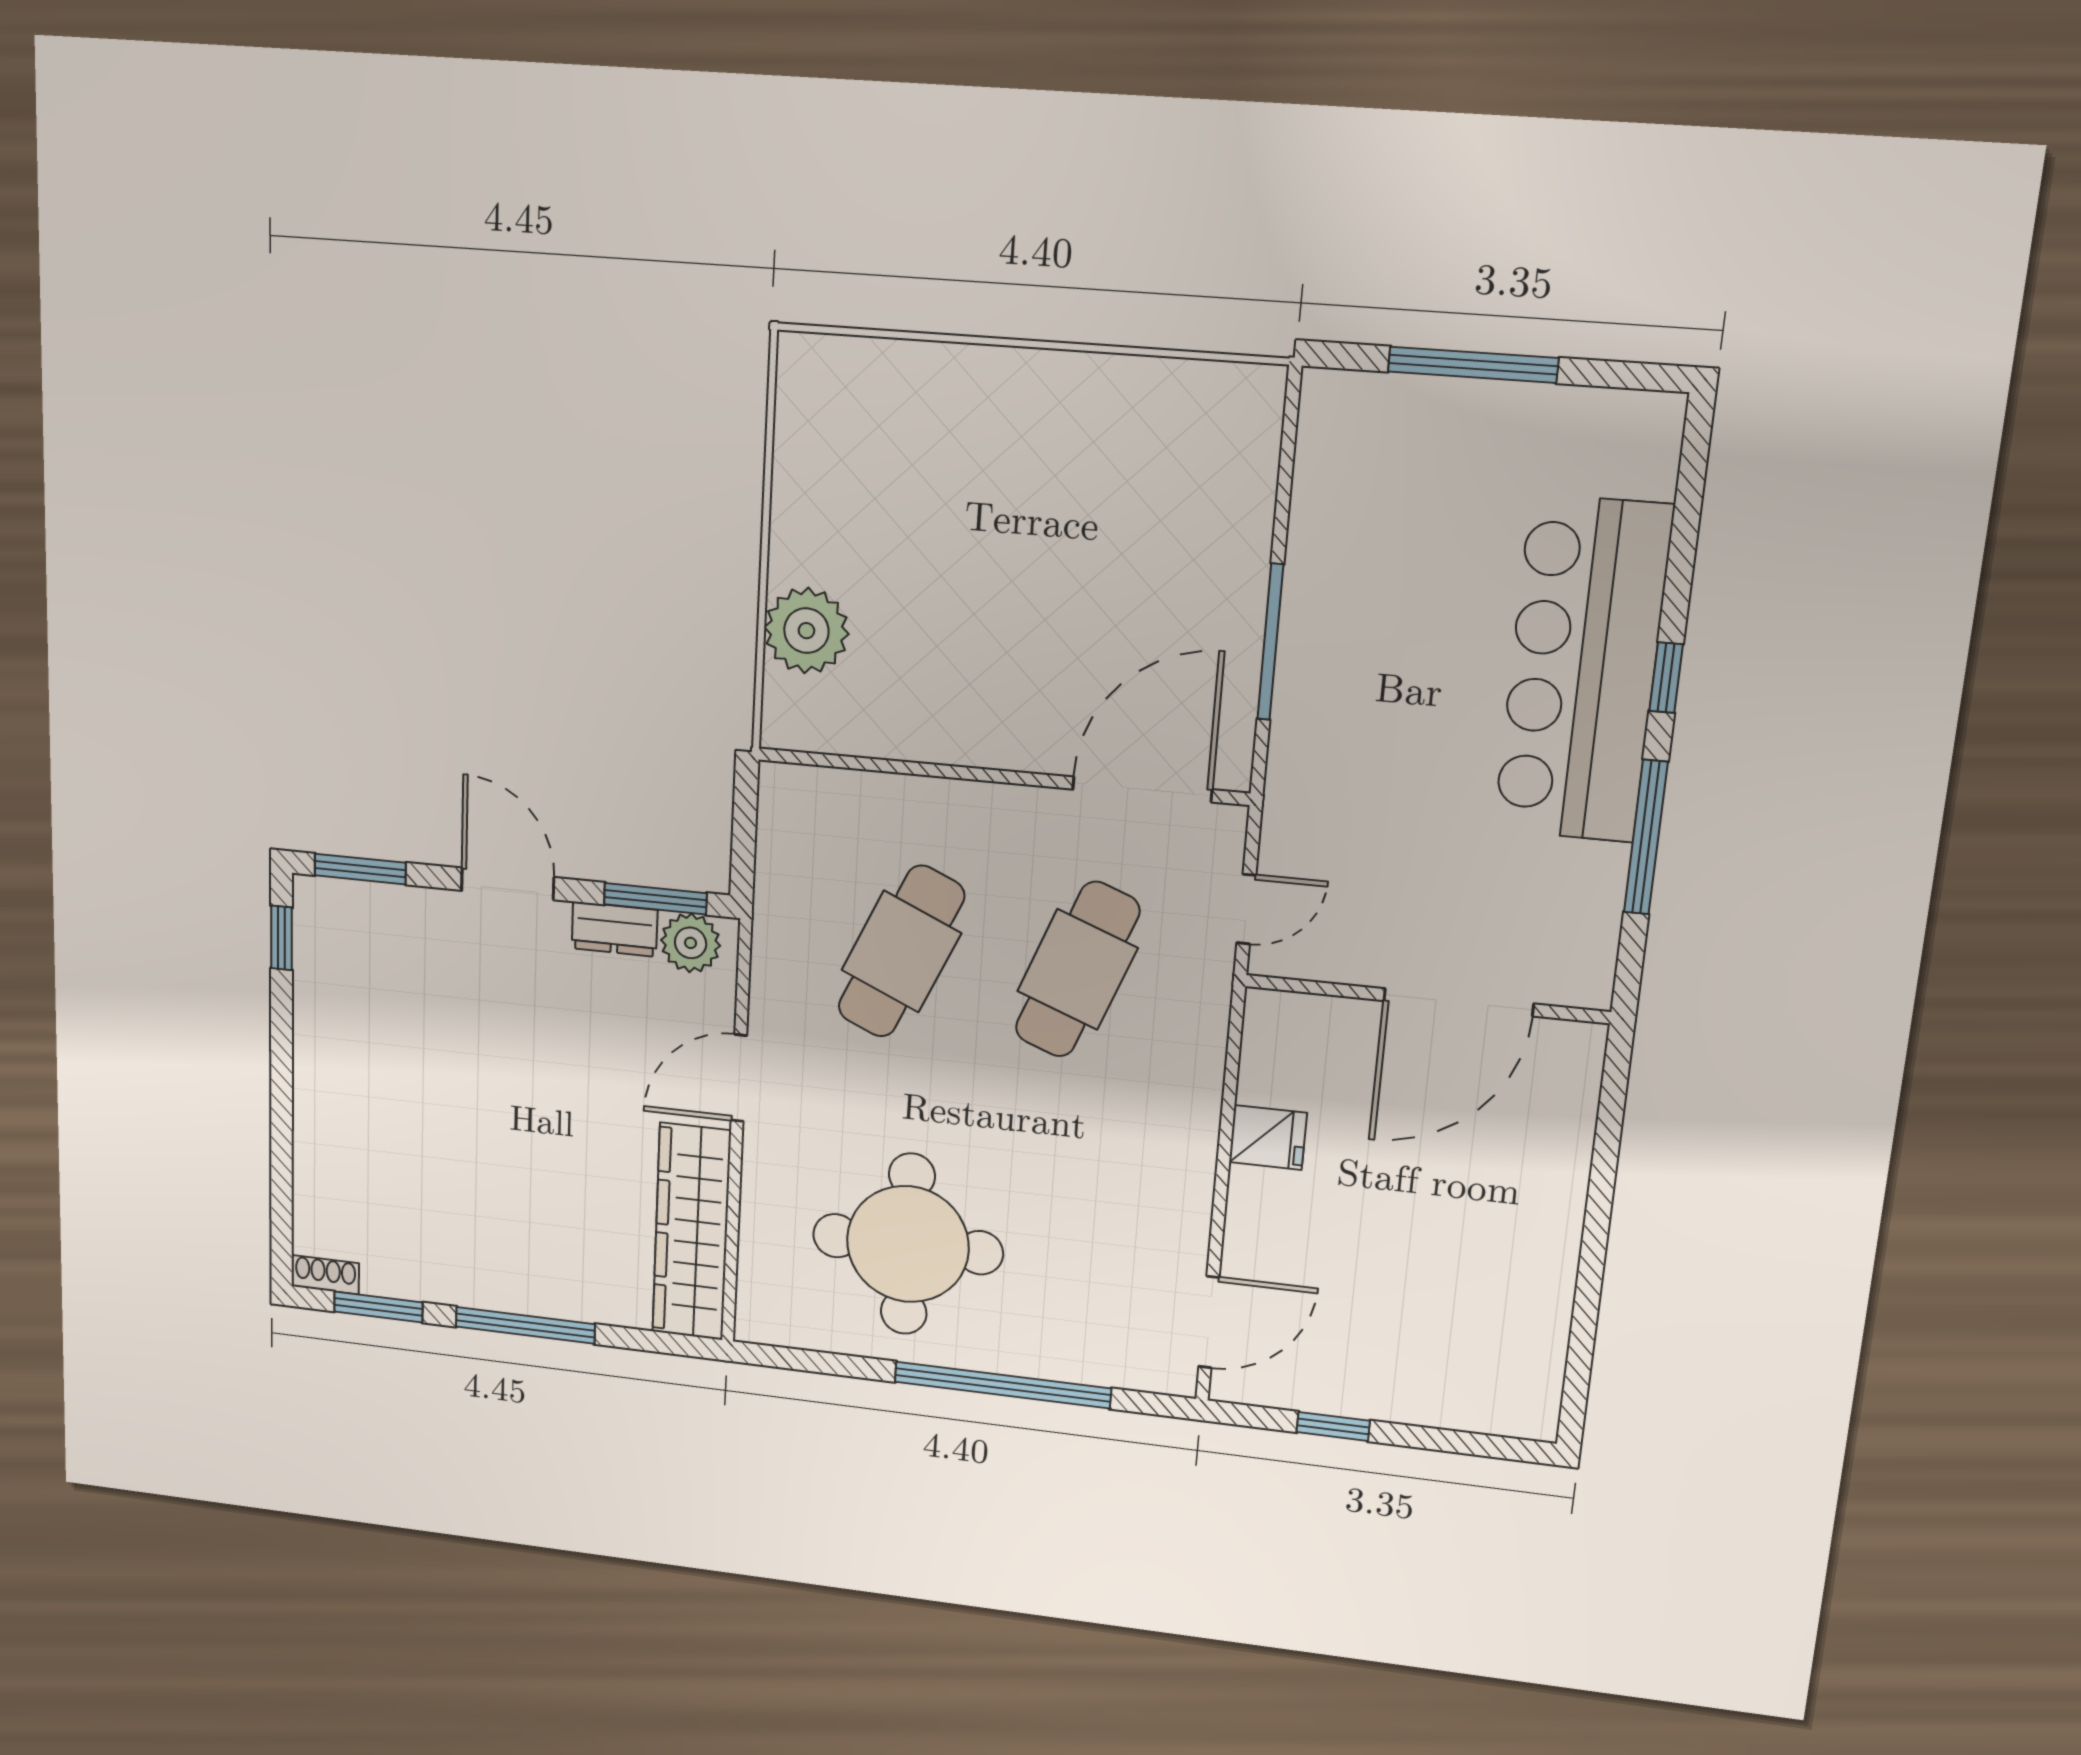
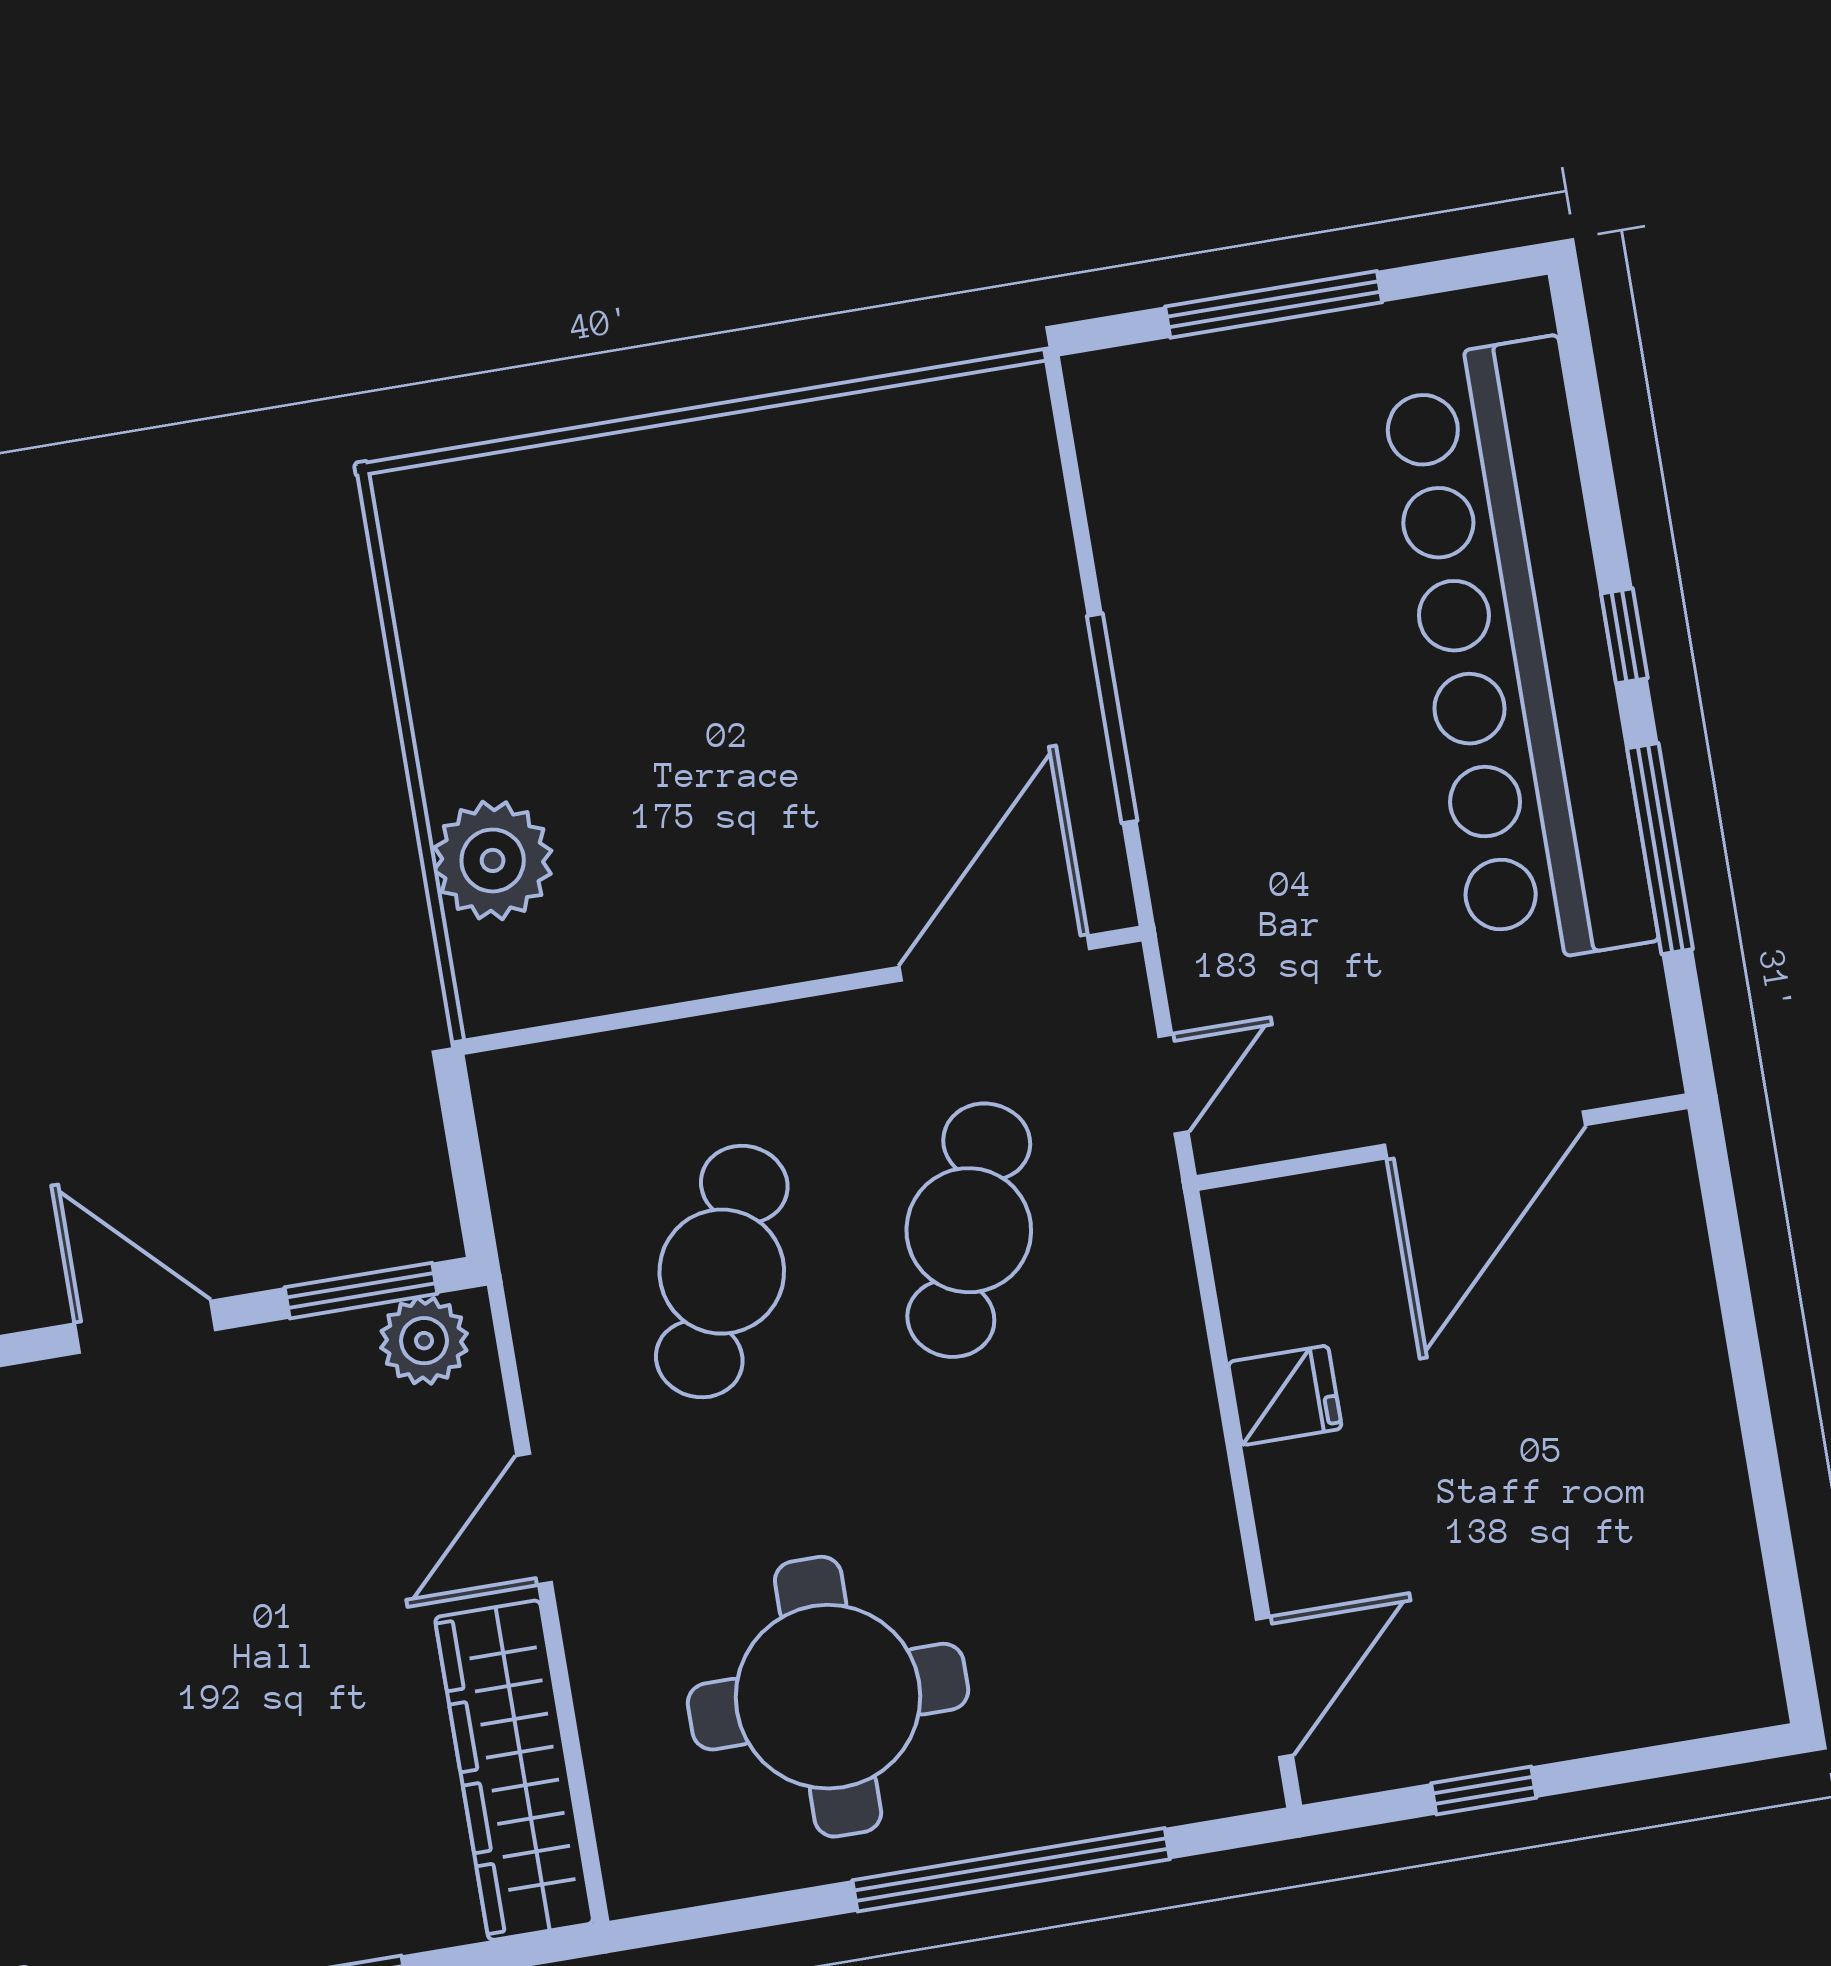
bar counter: (1583, 670) -> (1518, 653), width x1.36
dresser: (615, 929) -> (312, 1351), removed

